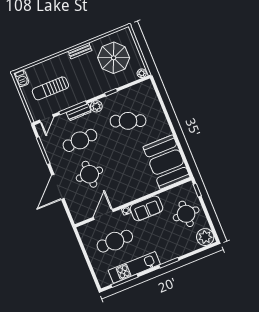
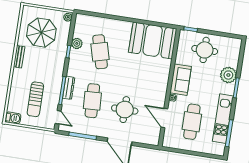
plant: (96, 106) -> (77, 43), moved
cafe table: (128, 121) -> (100, 52), turned -36
plant: (205, 237) -> (228, 75), moved

